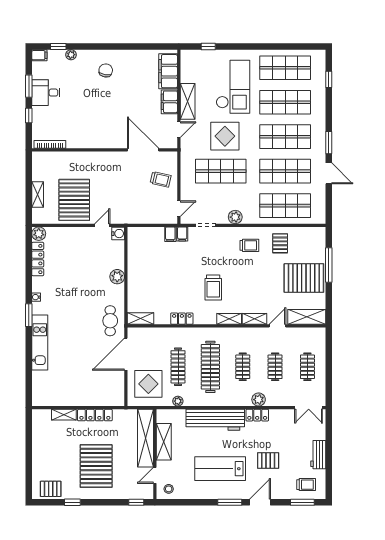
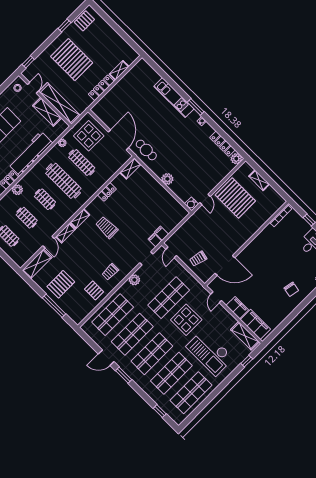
shelving: (188, 101) -> (245, 336), moved
pallet: (304, 278) -> (61, 284), width x0.73, depth x0.71

